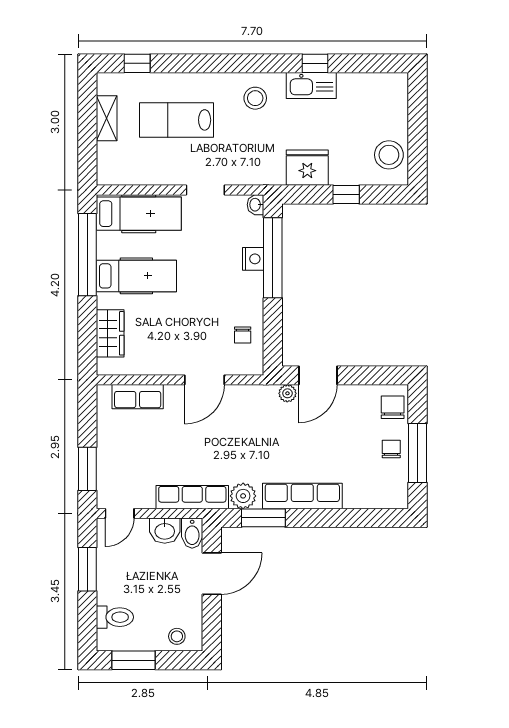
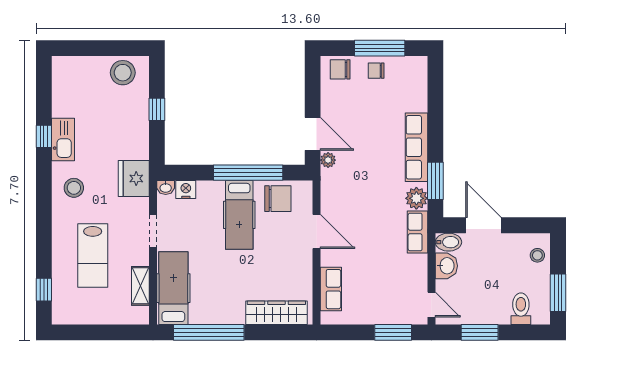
shelving: (107, 118) -> (140, 286), moved, turned 90
fridge: (307, 168) -> (134, 178), moved
window: (273, 258) -> (248, 173), moved
nightstand: (253, 259) -> (186, 190), moved
hospital bed: (136, 276) -> (239, 215), moved, turned 180
wardrobe: (110, 333) -> (276, 313), width x1.50
chair: (243, 335) -> (278, 199), width x1.87, depth x1.87
row of seats: (192, 497) -> (417, 232), width x0.68

